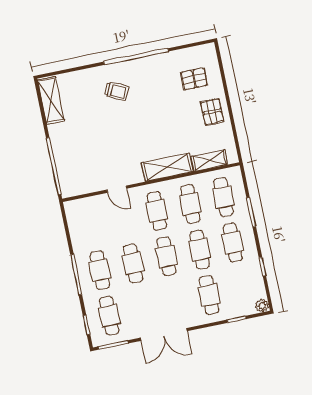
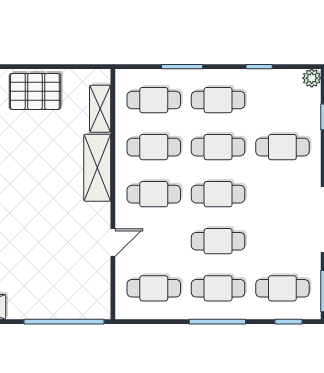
pallet: (212, 112) -> (35, 91), width x1.50, depth x1.42
cafe table: (90, 225) -> (154, 288), added

